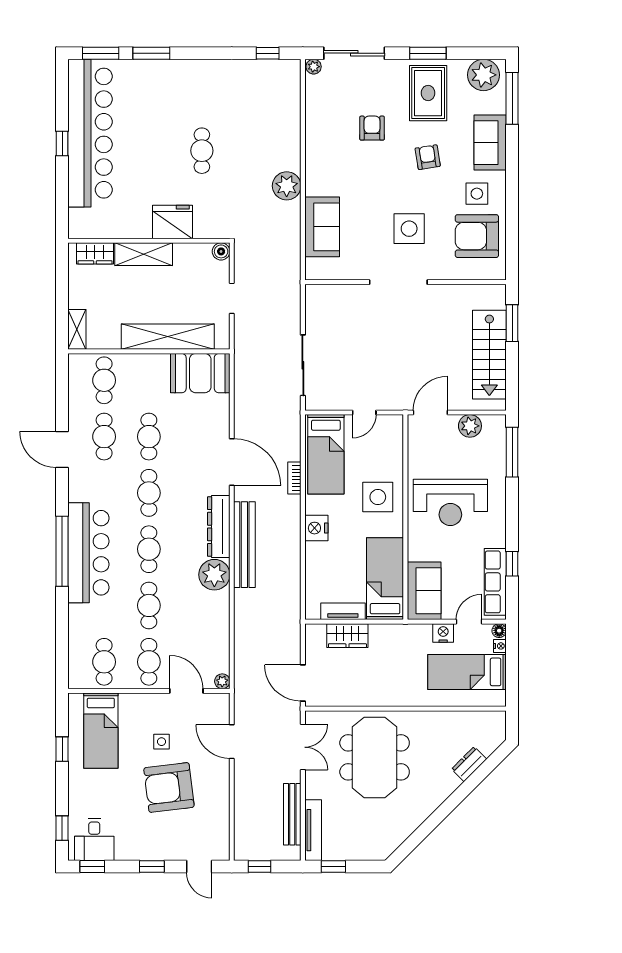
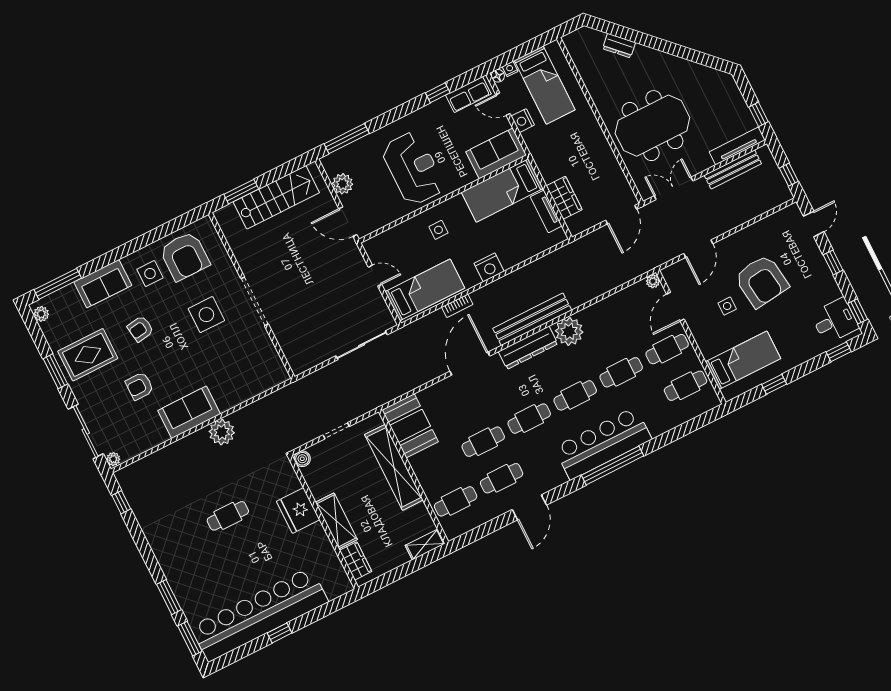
plant: (484, 75) -> (41, 314), width x0.53, depth x0.53
sofa: (322, 227) -> (189, 412), moved
side table: (378, 497) -> (438, 230), width x0.54, depth x0.54
row of seats: (495, 582) -> (468, 95), width x0.68

